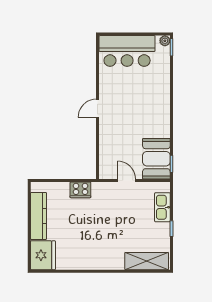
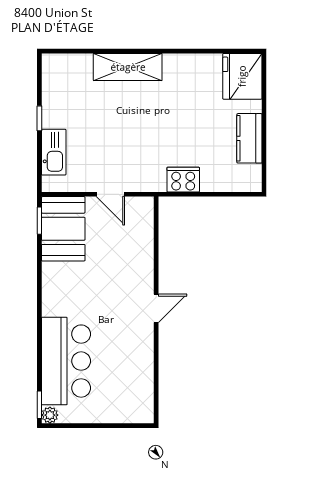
bar counter: (127, 51) -> (66, 361), moved, turned 90
kitchen counter: (38, 216) -> (249, 138), width x0.67
shelving: (147, 261) -> (128, 67), moved

